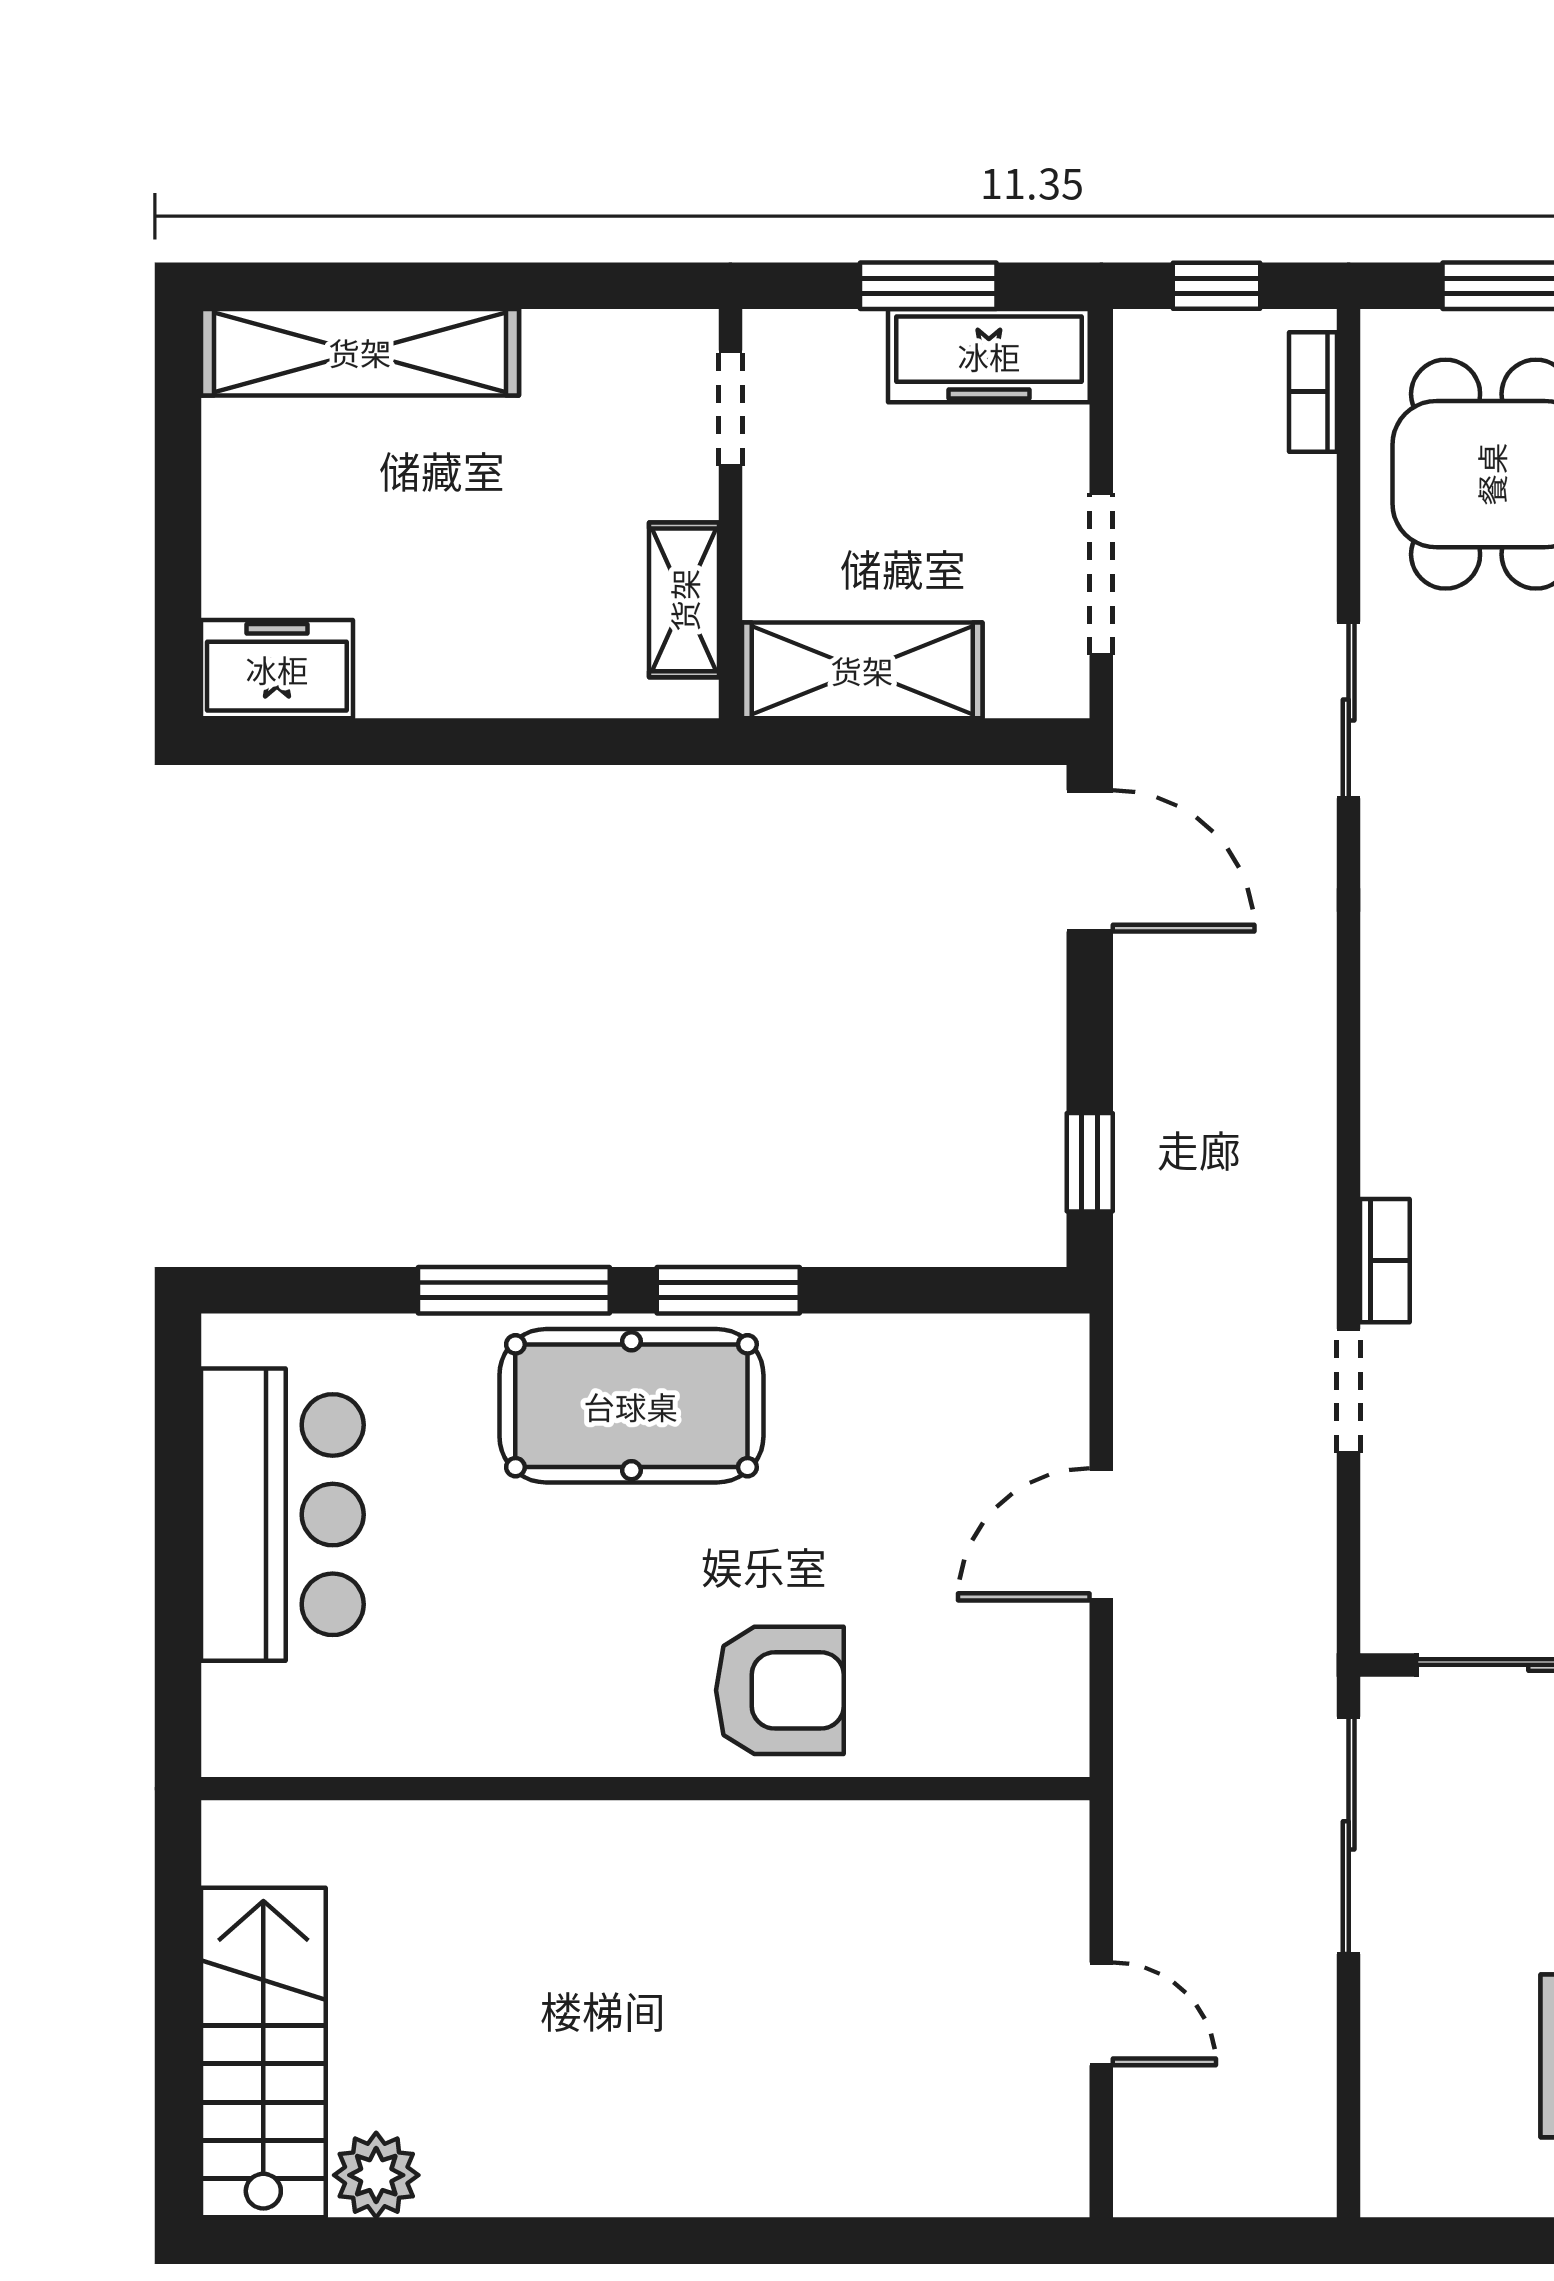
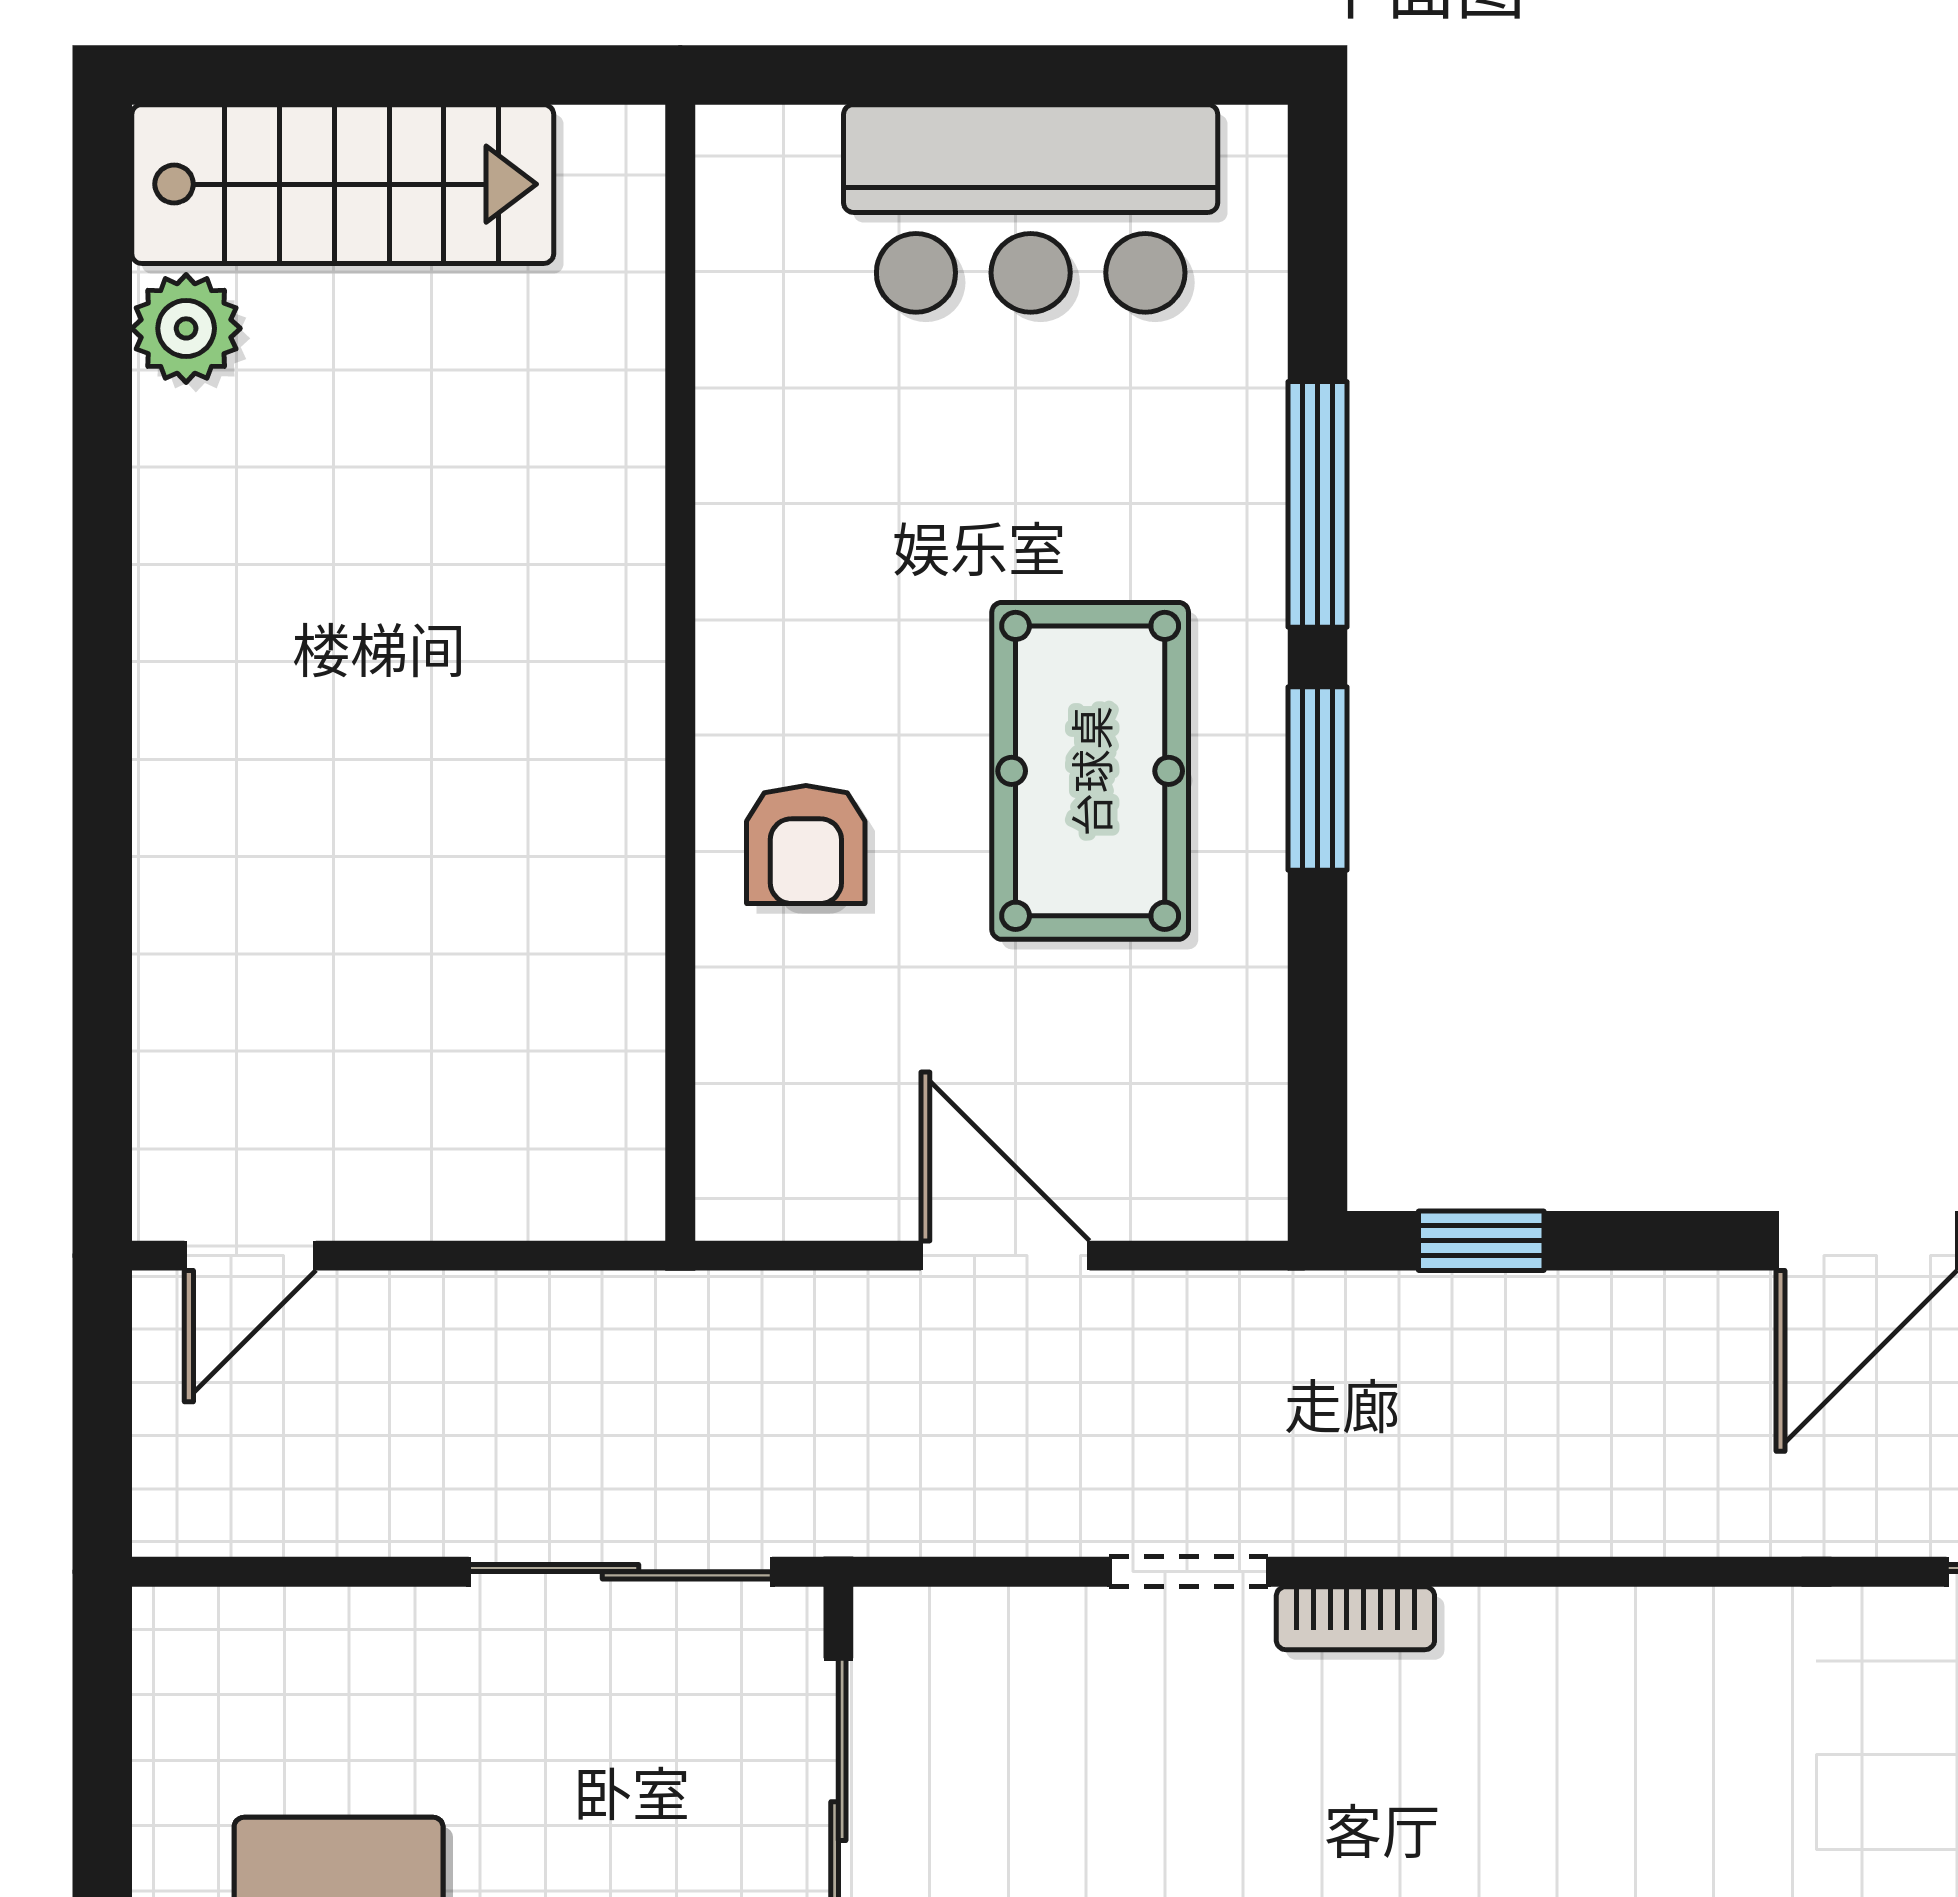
pool table: (631, 1406) -> (1090, 771), moved
armchair: (780, 1690) -> (806, 845), width x0.72, depth x0.72
door: (1101, 2014) -> (250, 1256), moved

